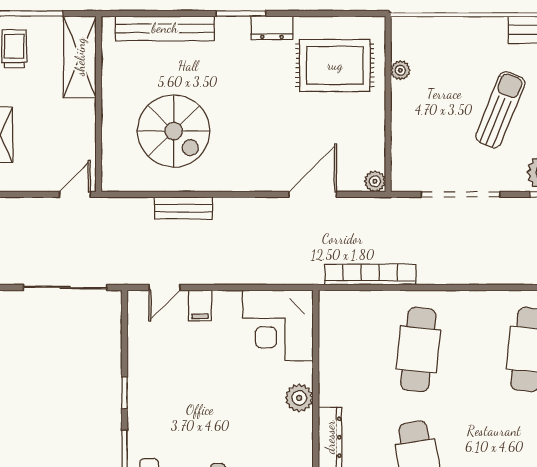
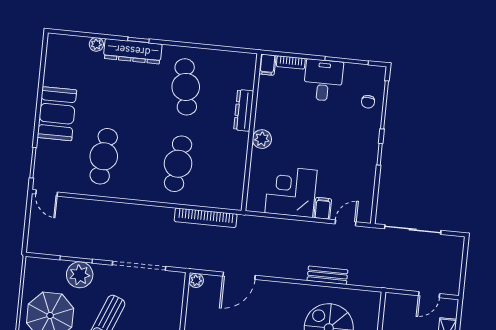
door: (75, 194) -> (429, 295), moved
corner desk: (278, 325) -> (291, 192), moved, turned -90

